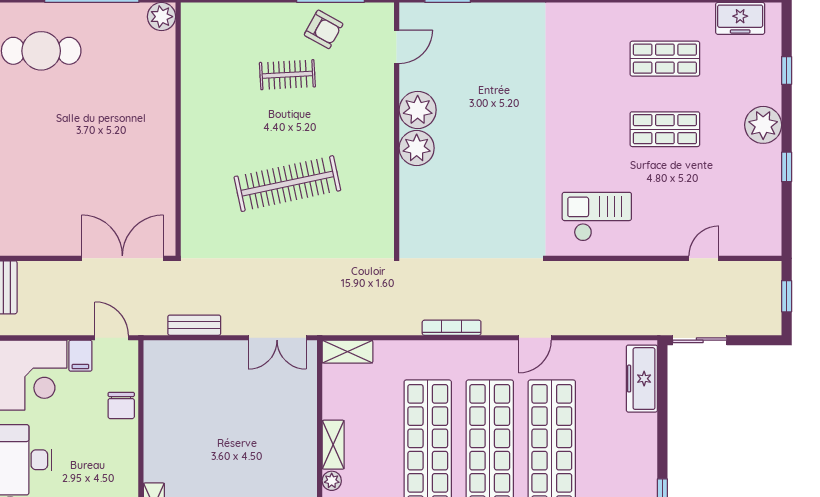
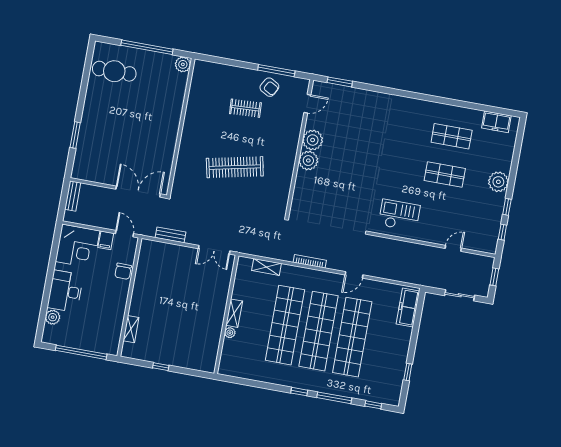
window: (787, 71) -> (502, 232), moved
sliding door: (700, 340) -> (460, 295), moved
shelving: (348, 352) -> (266, 267), moved

